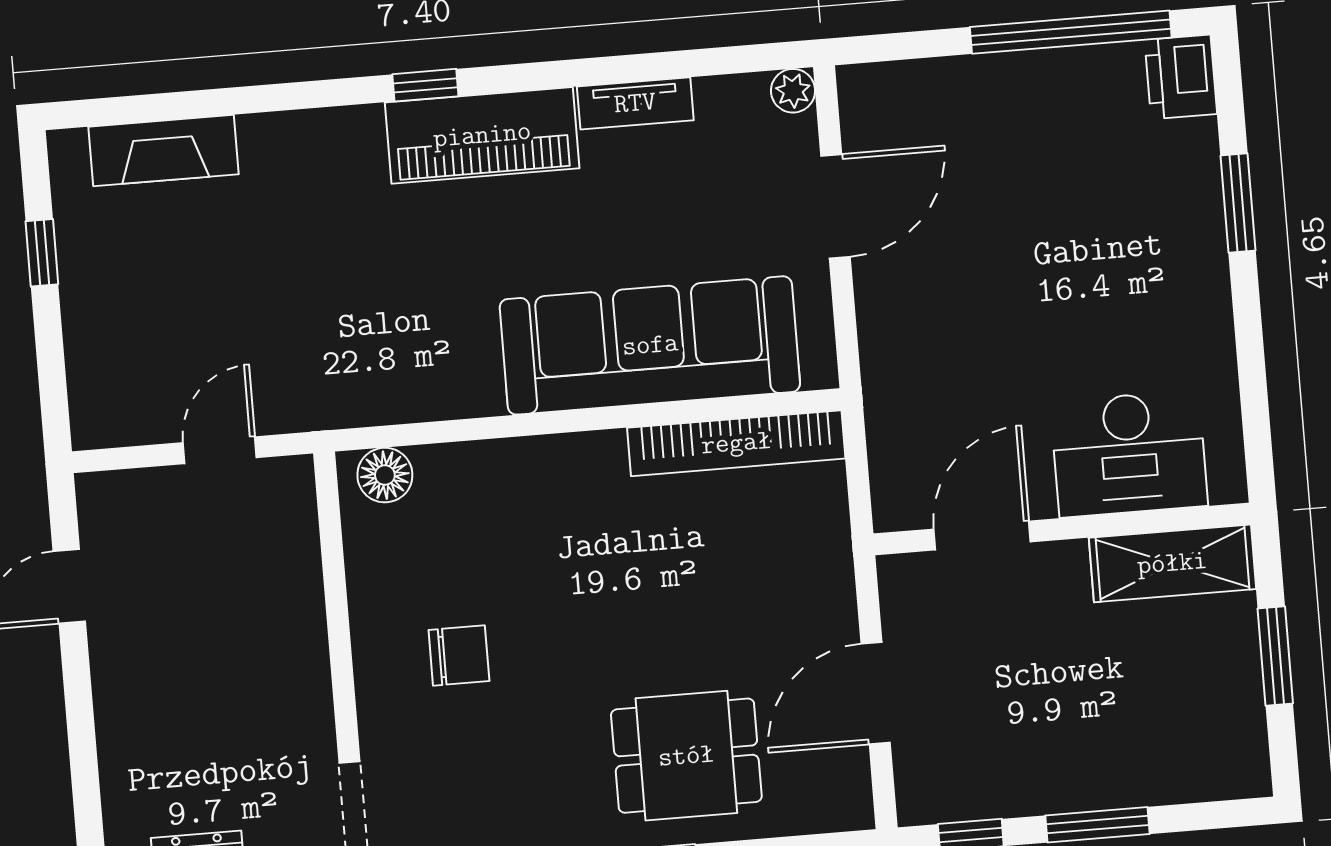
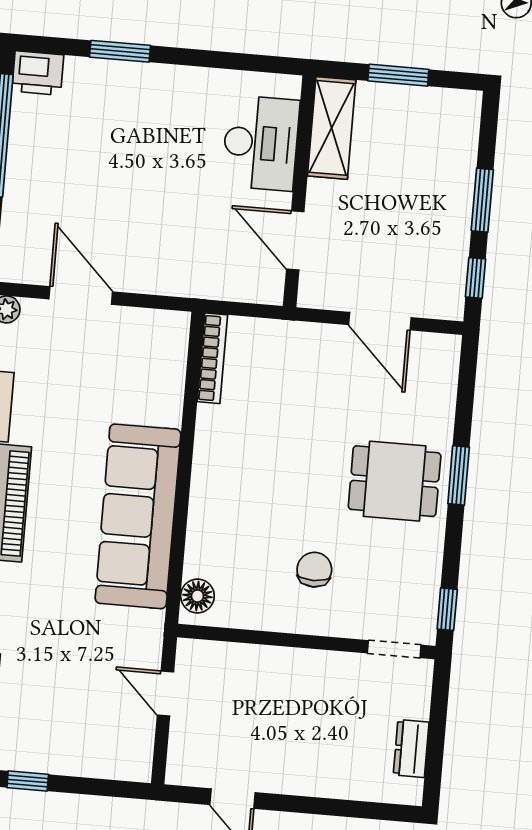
sofa: (650, 345) -> (138, 516), moved
bookcase: (736, 443) -> (212, 358), width x0.68, depth x0.76
dining table: (686, 756) -> (395, 481), moved, turned 90

